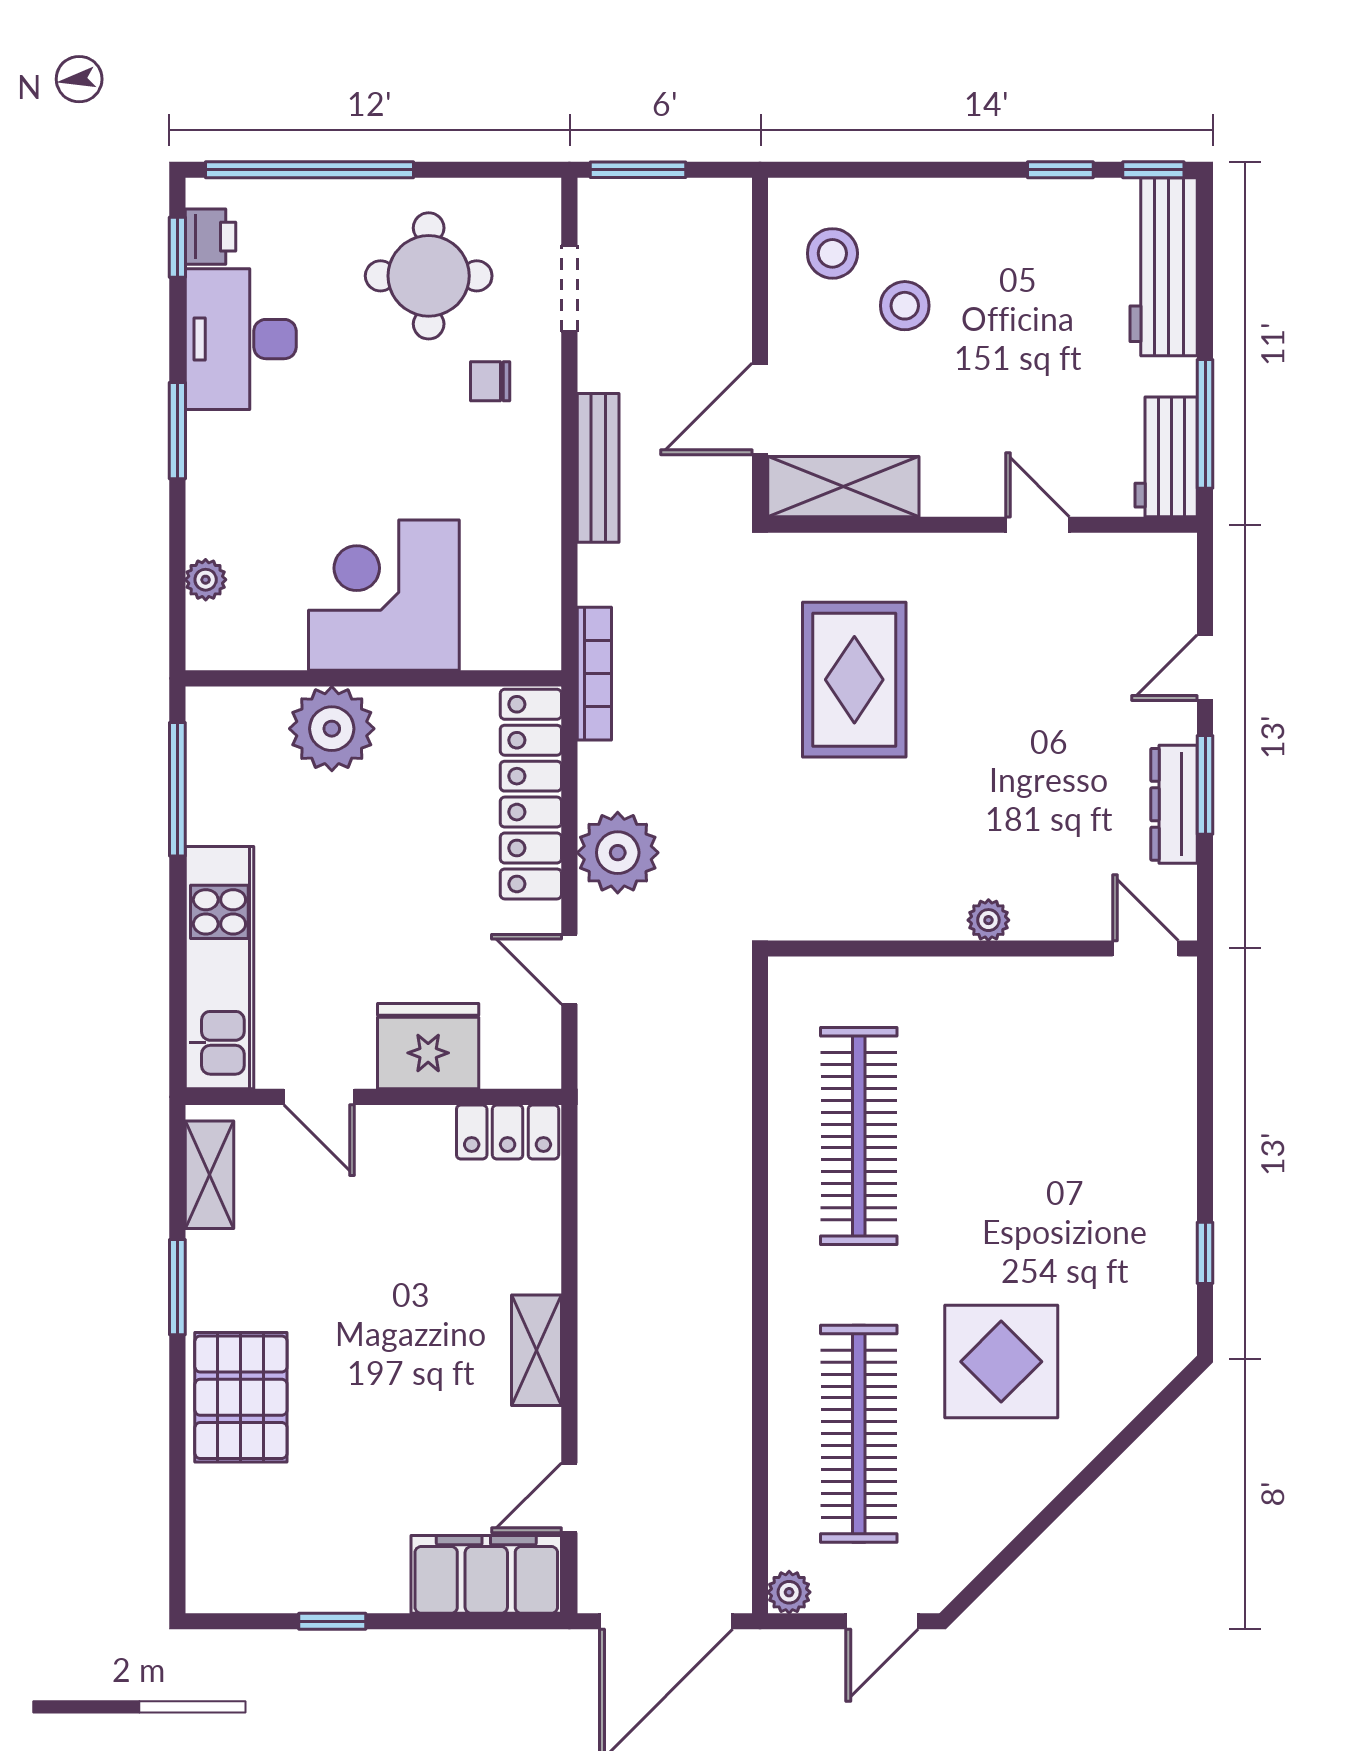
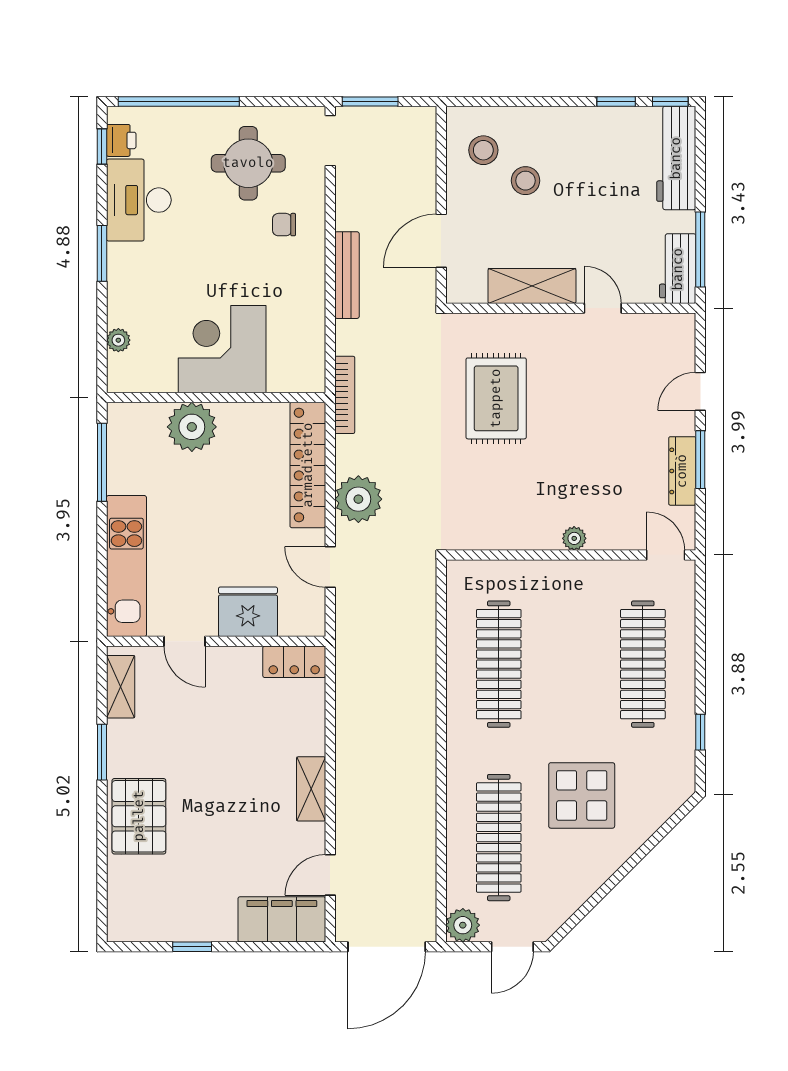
doorway: (569, 288) -> (330, 141), moved
shelving: (843, 487) -> (532, 286), moved
clothes rail: (1106, 1136) -> (643, 664), added
plant: (789, 1592) -> (463, 925), width x1.38, depth x1.38

